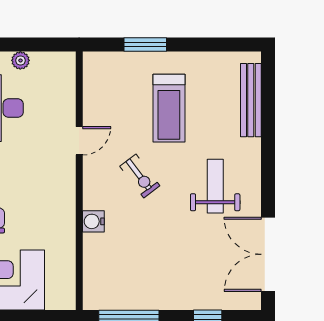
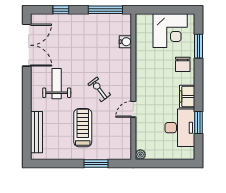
plant: (20, 60) -> (140, 155), moved
weight bench: (215, 186) -> (57, 84), turned 180
water cooler: (93, 221) -> (125, 42), moved

